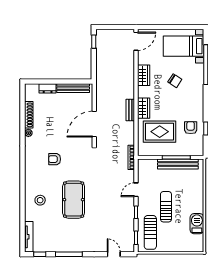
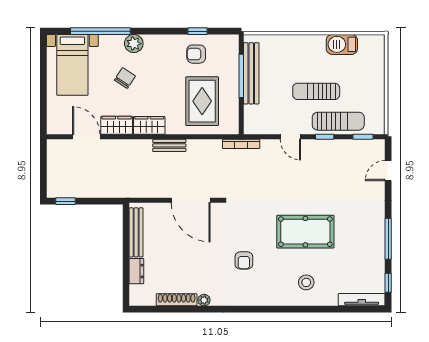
door: (136, 41) -> (86, 137), moved
plant: (198, 87) -> (134, 44), added
wardrobe: (144, 108) -> (149, 125), moved
sun lounger: (150, 232) -> (338, 121), moved

